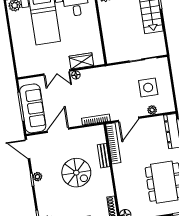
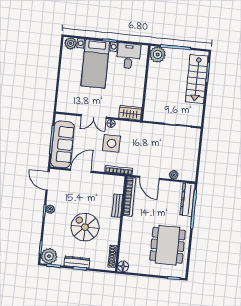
wardrobe: (81, 61) -> (130, 113), moved
side table: (148, 87) -> (112, 143), moved
door: (129, 119) -> (149, 178), hinge flipped
spiral stairs: (76, 173) -> (85, 227), moved, turned 180

